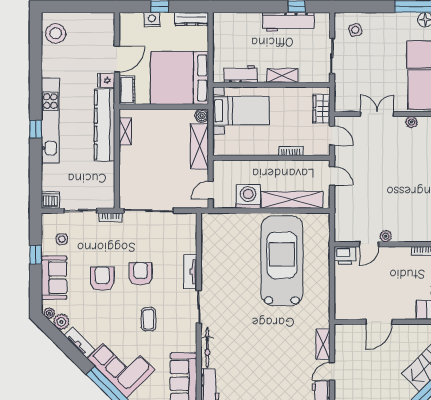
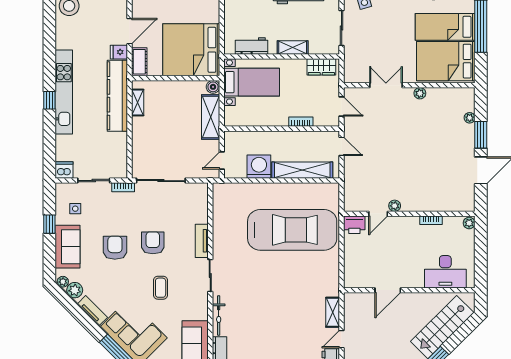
wardrobe: (321, 109) -> (321, 67), moved, turned -90
car: (282, 261) -> (292, 230), turned 90

